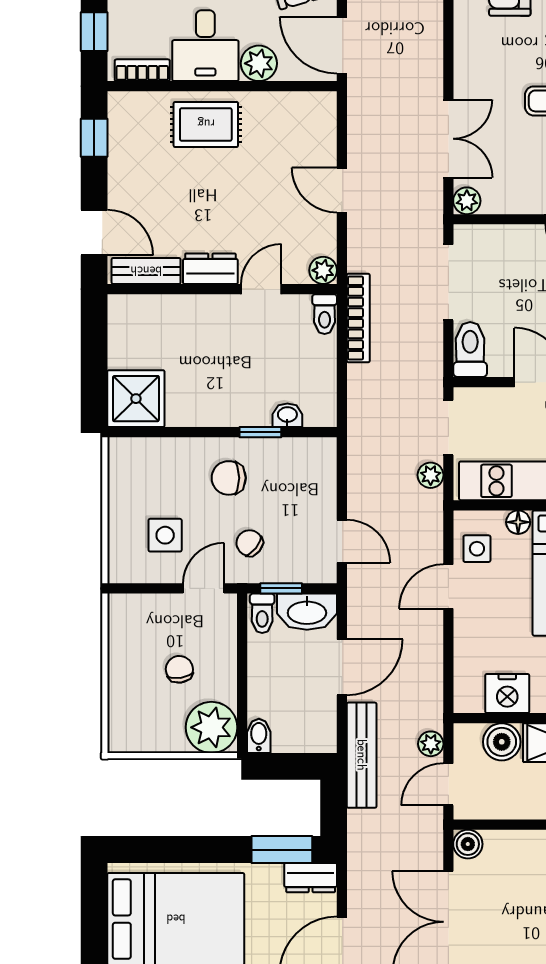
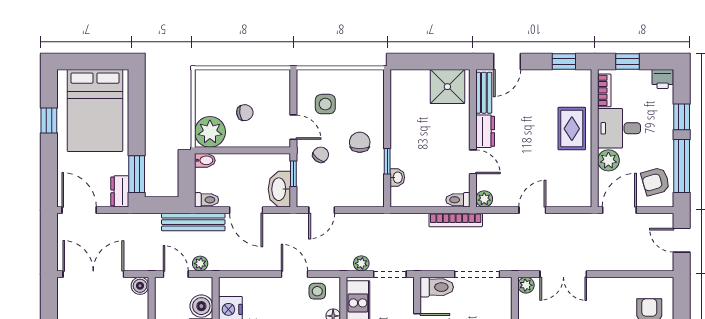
shower: (136, 399) -> (447, 87), moved
toilet: (262, 613) -> (207, 200), moved, turned 180

